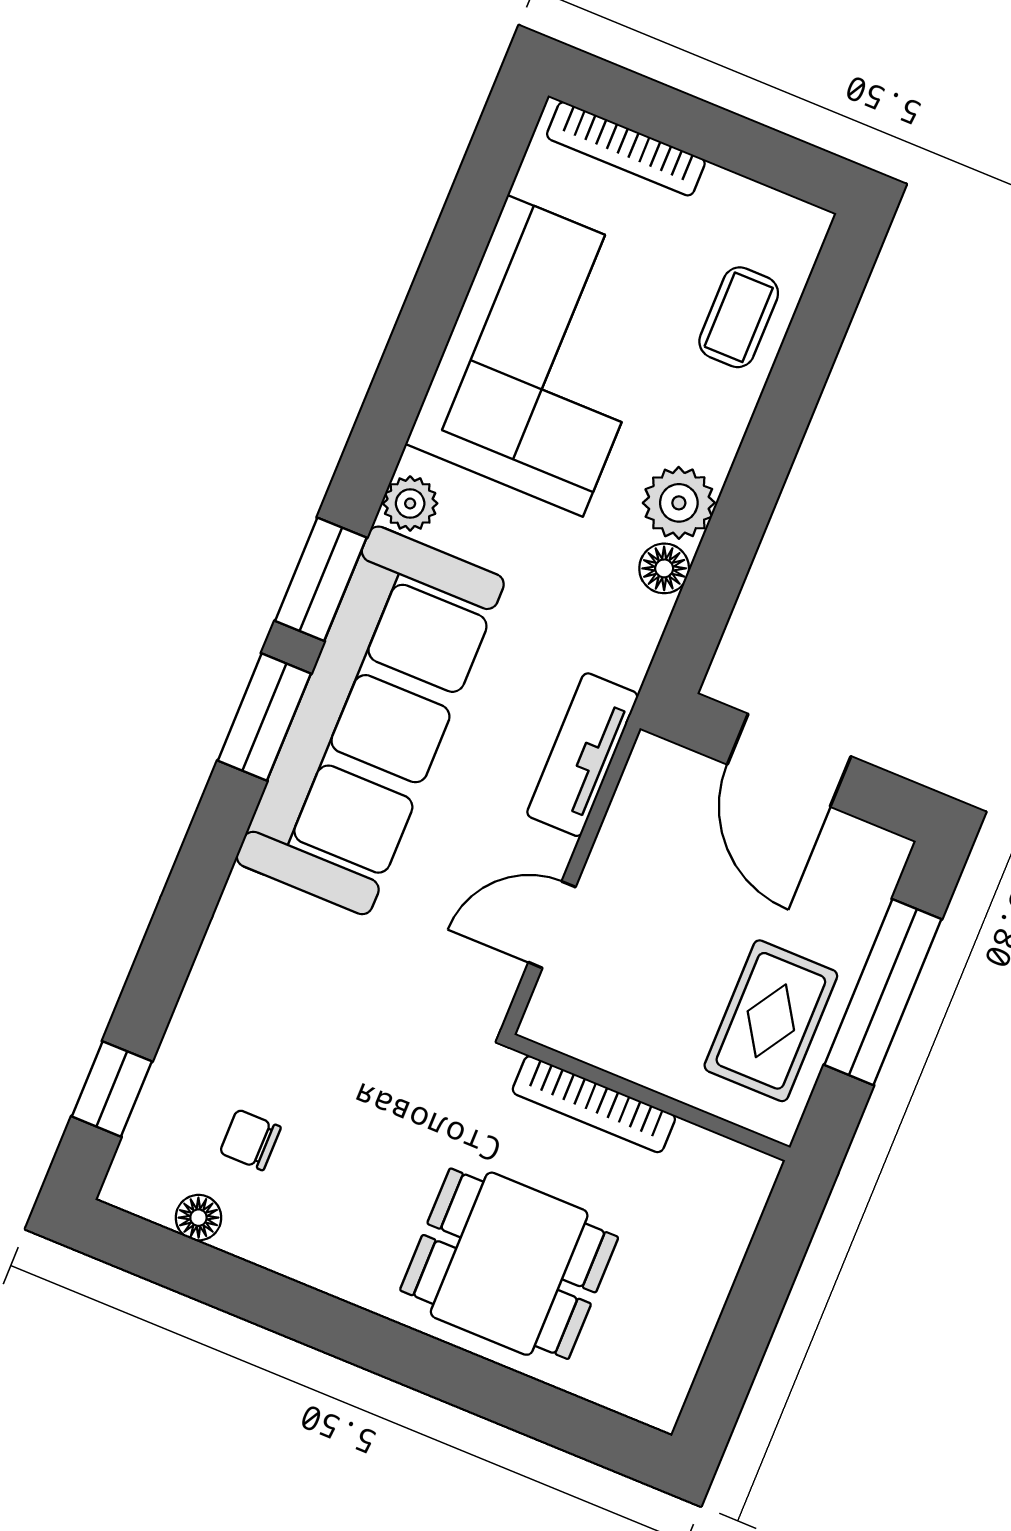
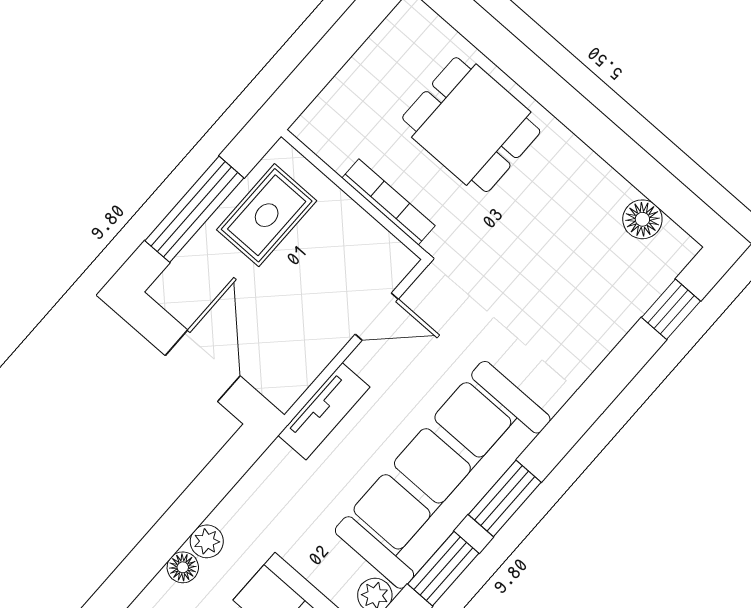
plant: (679, 503) -> (207, 541), width x0.73, depth x0.73
floor lamp: (664, 568) -> (183, 567), moved
chair: (250, 1140) -> (599, 251), removed
floor lamp: (198, 1218) -> (642, 219), width x1.37, depth x1.37

